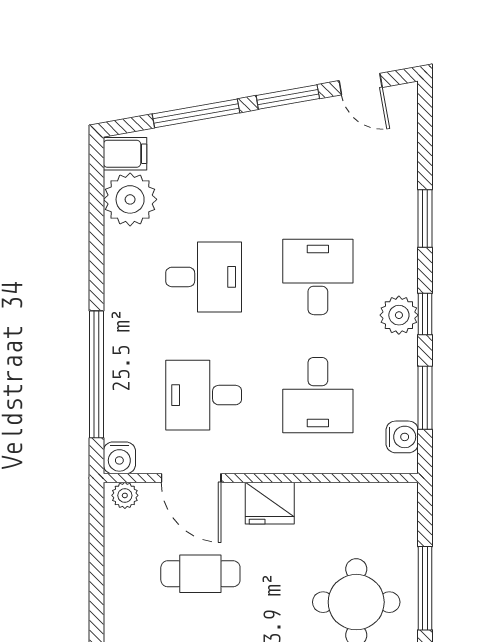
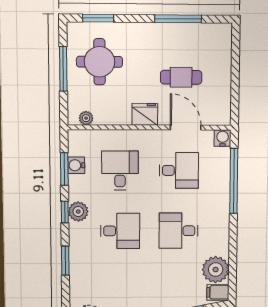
desk: (318, 277) -> (120, 231), turned -90
water cooler: (402, 437) -> (76, 165), moved
plant: (125, 495) -> (86, 118), moved

